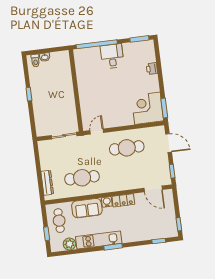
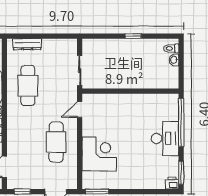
desk: (112, 56) -> (165, 138), width x1.37
printer: (152, 69) -> (172, 183), moved
corner desk: (147, 108) -> (99, 154), moved
door: (97, 131) -> (80, 109), swing flipped

